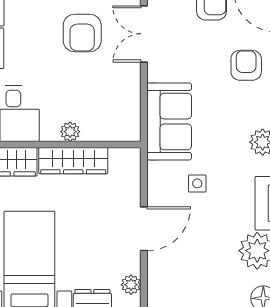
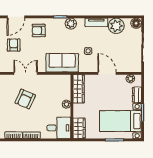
armchair: (82, 33) -> (25, 99), turned 114
double door: (144, 34) -> (26, 73), swing flipped
wardrobe: (73, 161) -> (79, 89), moved

